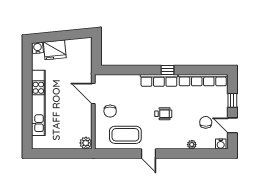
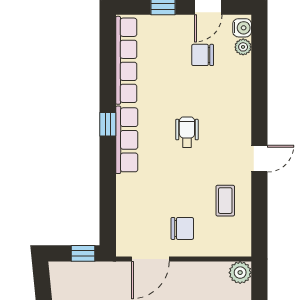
window: (96, 56) -> (83, 253), added
coffee table: (125, 135) -> (225, 201), width x0.54, depth x0.58
plant: (192, 145) -> (243, 47), moved

